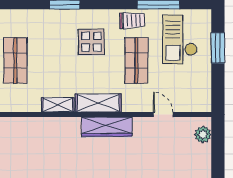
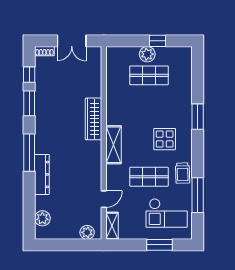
checkout: (180, 39) -> (167, 213), turned 180
shelving: (58, 105) -> (112, 226), moved
wardrobe: (107, 127) -> (94, 119), moved

